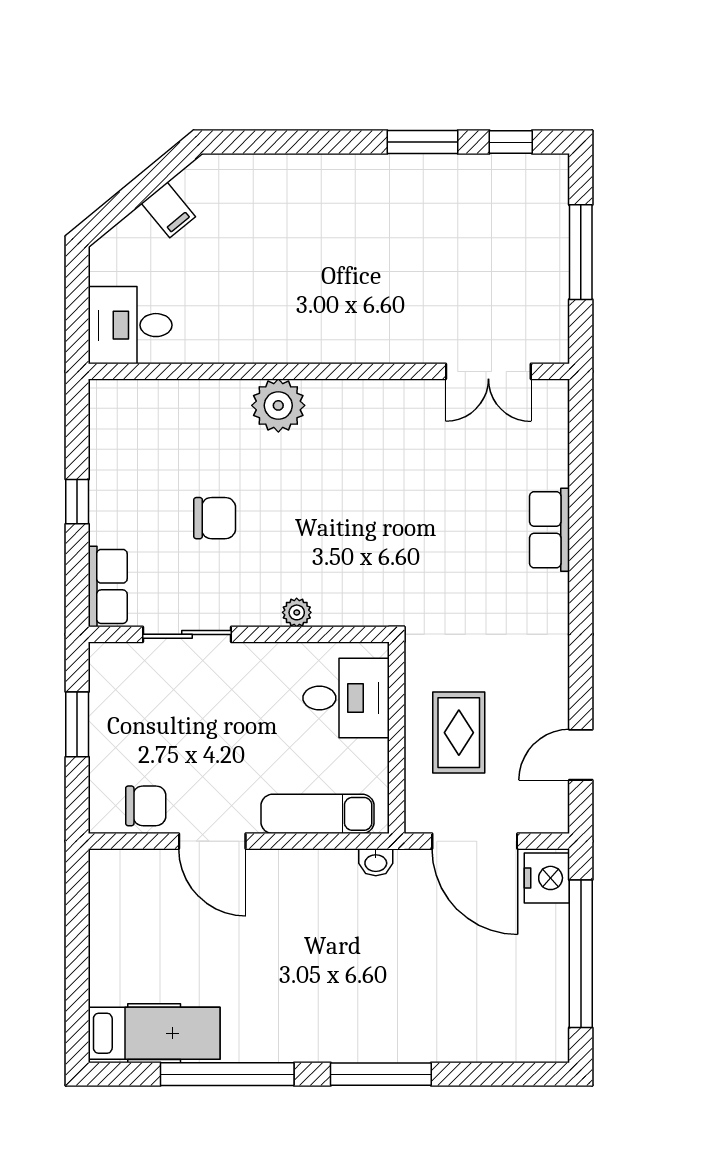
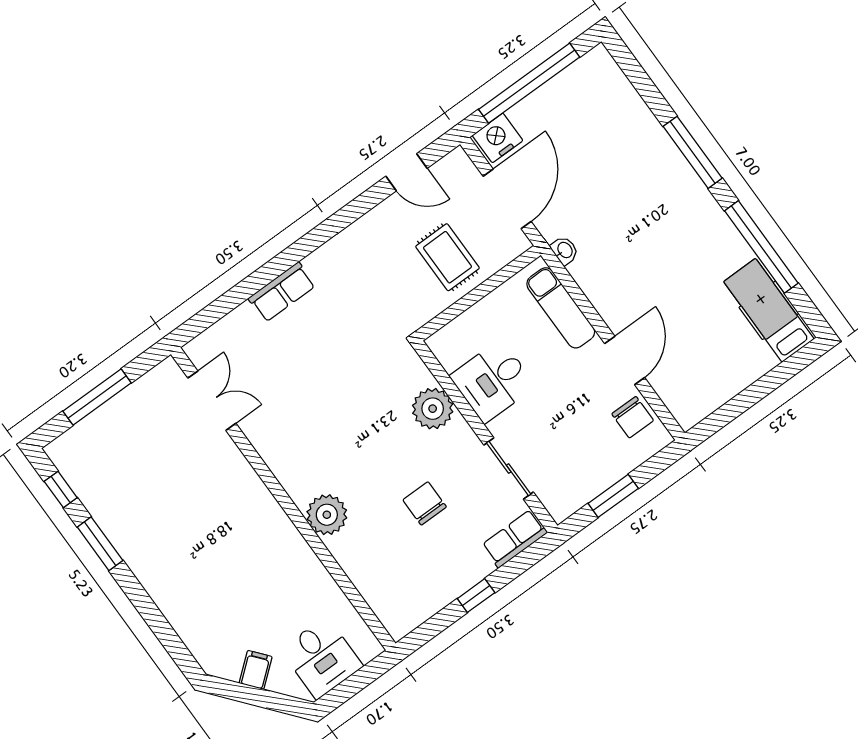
desk: (130, 325) -> (322, 658), moved
plant: (297, 612) -> (433, 409), width x1.88, depth x1.88
desk: (346, 698) -> (493, 381), moved, turned -90
rug: (459, 733) -> (447, 257), turned 90
chair: (146, 806) -> (633, 417), turned 180

